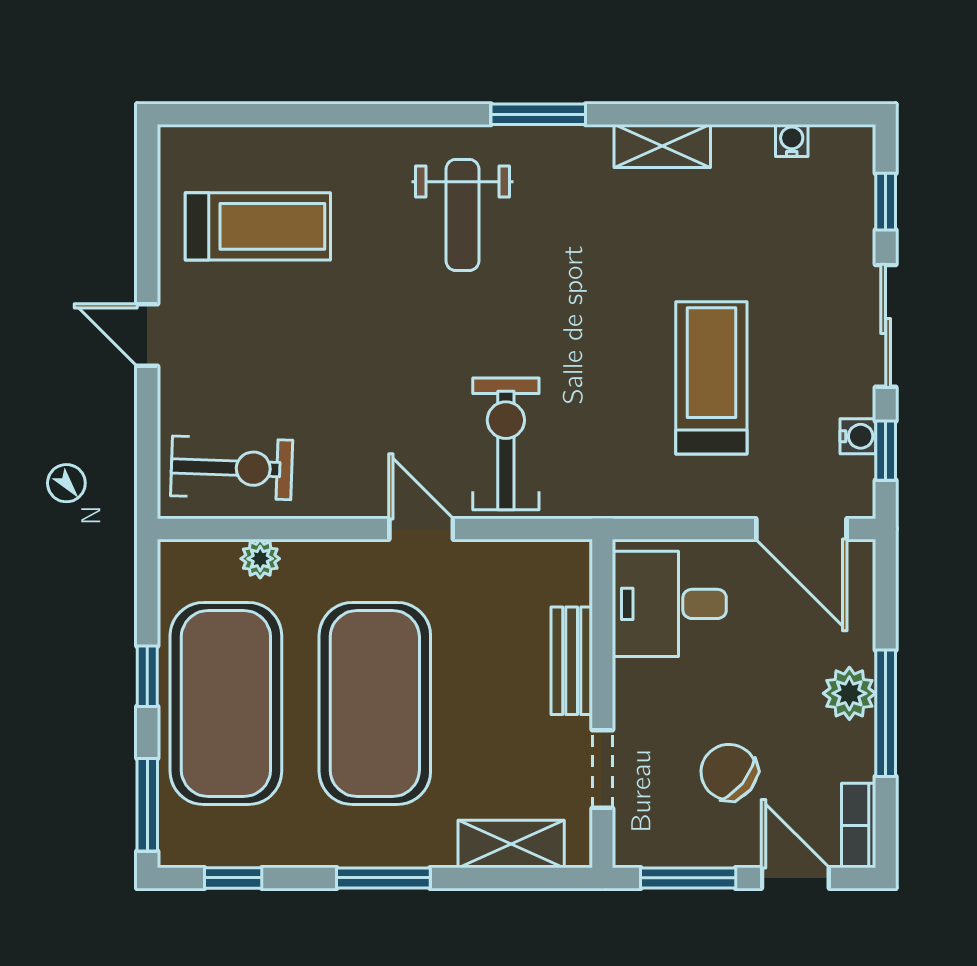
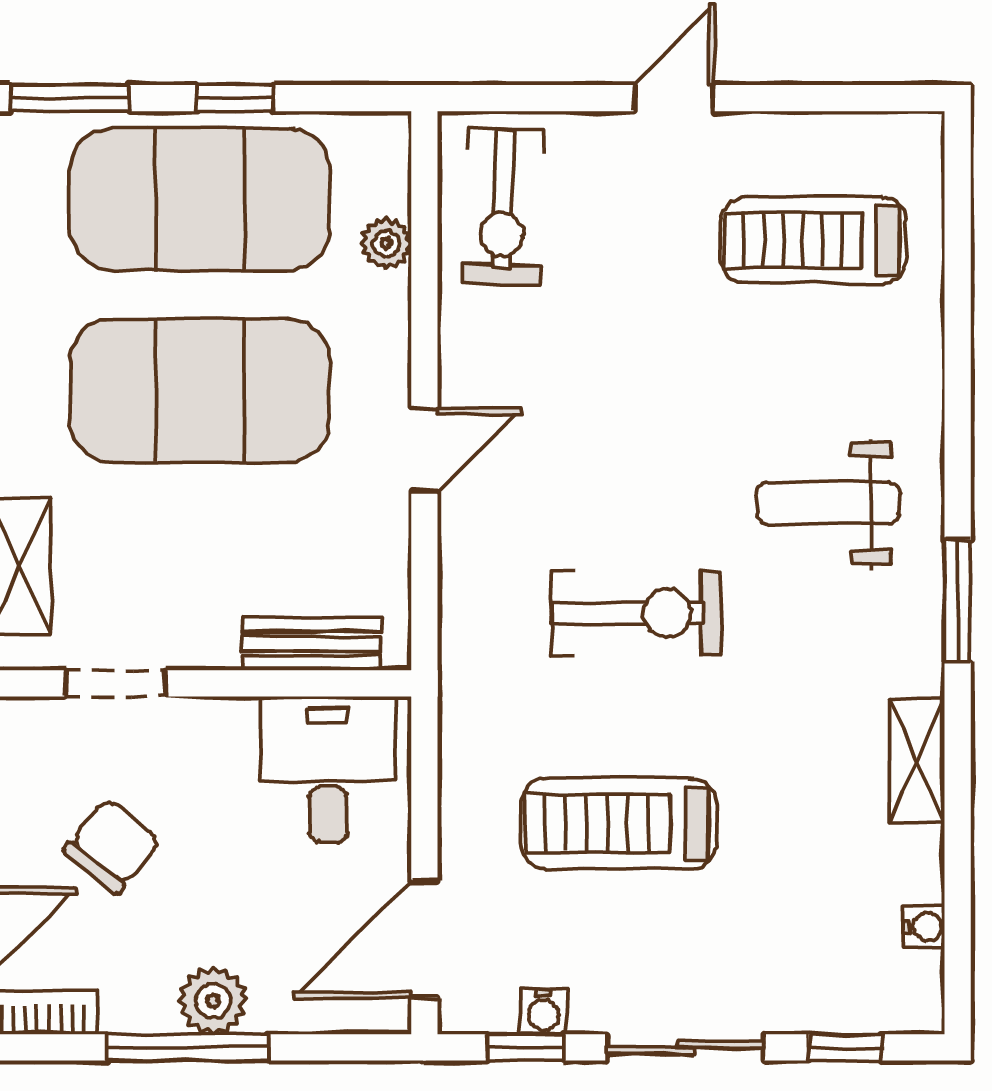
treadmill: (258, 226) -> (813, 240), turned 90
treadmill: (711, 378) -> (619, 824), turned 180
exercise bike: (506, 444) -> (636, 613), moved
bench: (572, 661) -> (311, 644), moved

